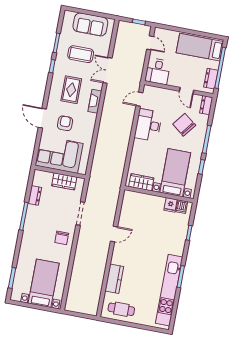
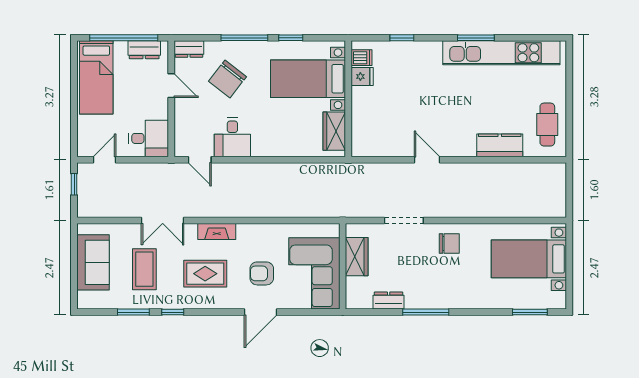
door: (187, 91) -> (171, 86), hinge flipped
desk: (148, 125) -> (232, 137), width x0.73

